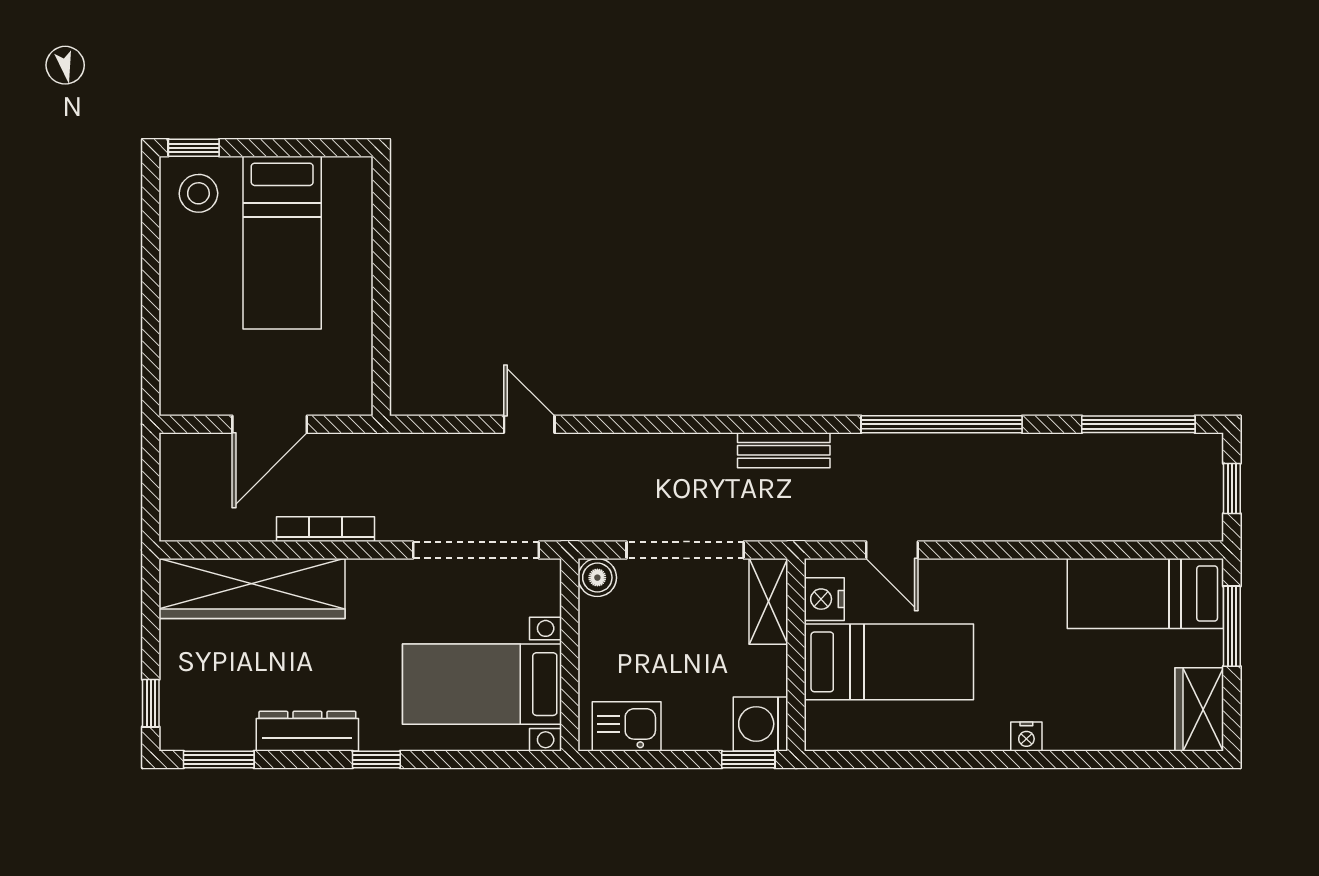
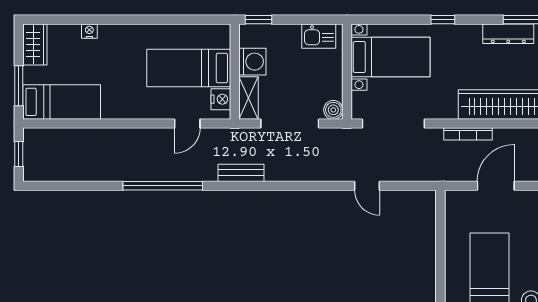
window: (1138, 424) -> (65, 186), removed
door: (892, 550) -> (187, 123), swing flipped
washing machine: (761, 724) -> (252, 62), moved
dresser: (307, 731) -> (508, 34), moved
nightstand: (1026, 737) -> (89, 31), moved

